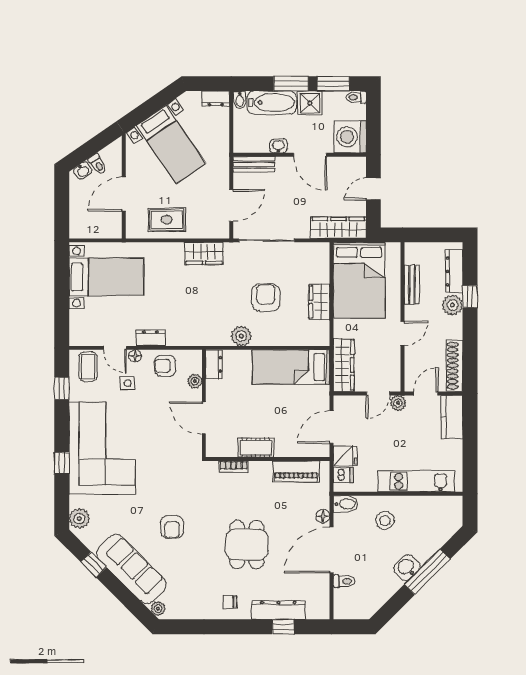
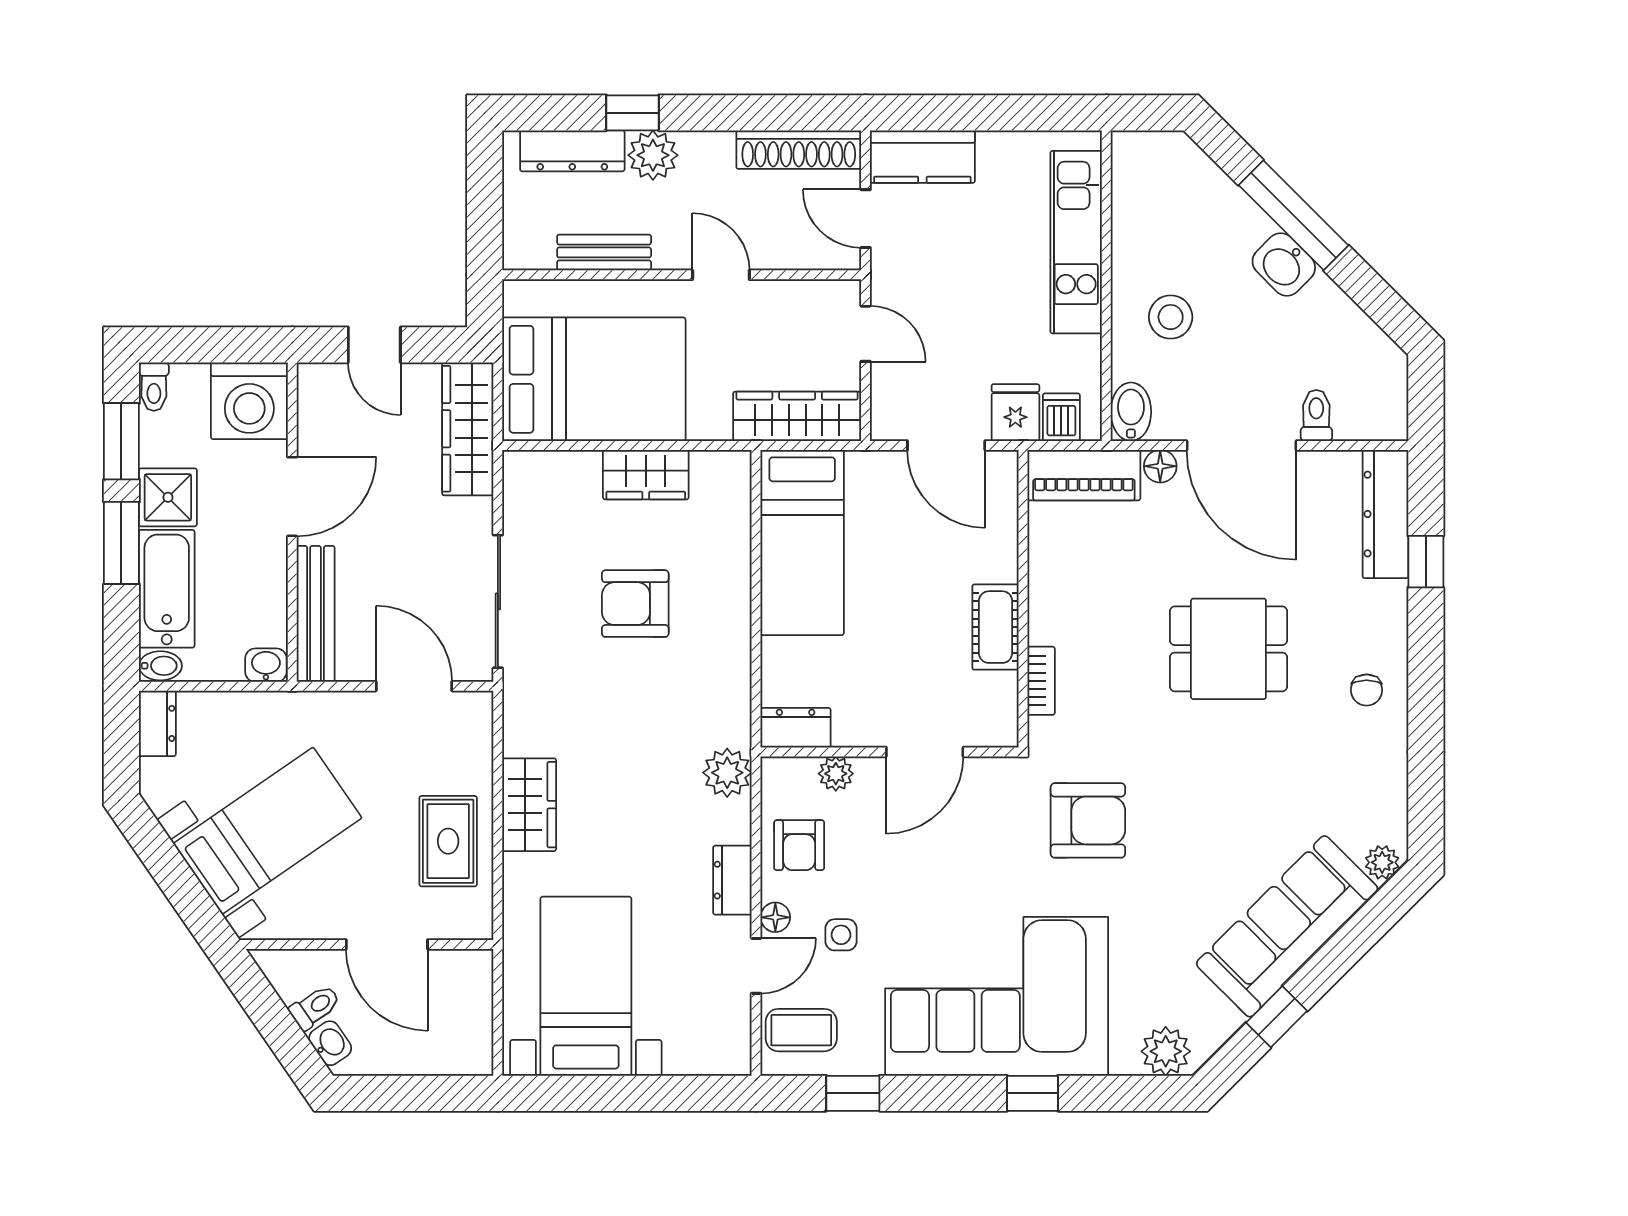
washbasin: (278, 146) -> (266, 665), moved, turned 90
bench: (254, 164) -> (316, 614), width x1.36
wardrobe: (204, 253) -> (529, 805), moved
plant: (241, 336) -> (727, 773), moved
plant: (398, 403) -> (888, 286), removed
piano: (296, 471) -> (1084, 475), moved, turned 90
armchair: (172, 527) -> (1088, 820), moved, width x1.38, depth x1.38
dresser: (278, 610) -> (1385, 514), moved

